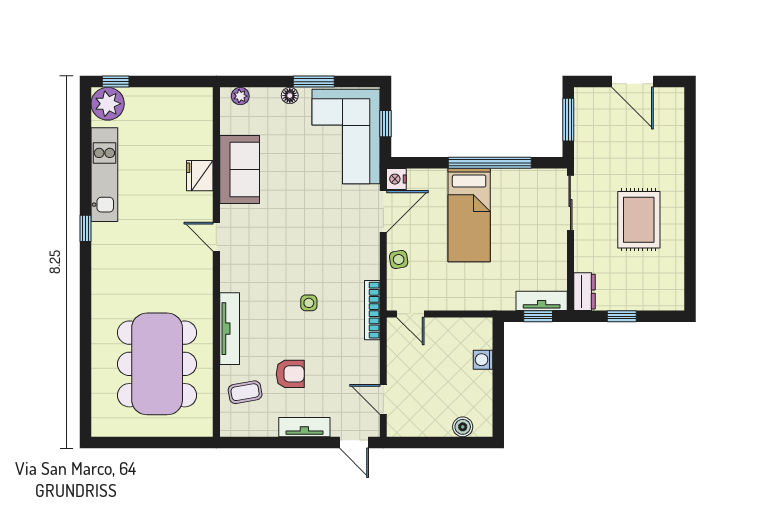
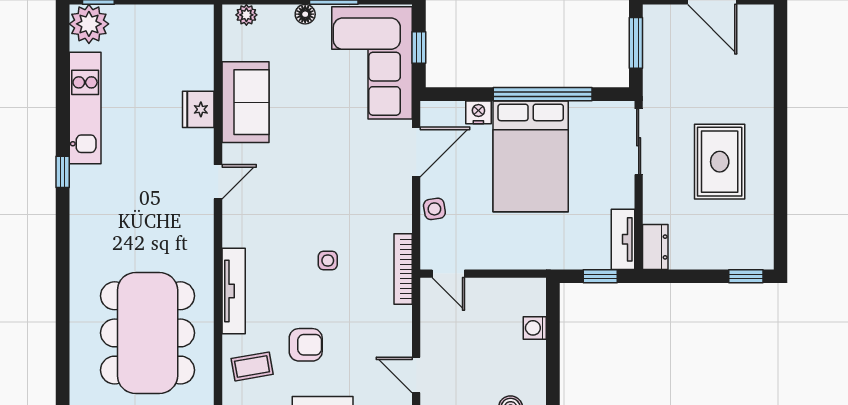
nightstand: (396, 179) -> (478, 112), moved, turned 90
bed: (469, 215) -> (531, 156), width x1.50
door: (216, 237) -> (218, 182), swing flipped
tv unit: (542, 301) -> (623, 239), moved, turned -90
window: (622, 316) -> (746, 276), moved

